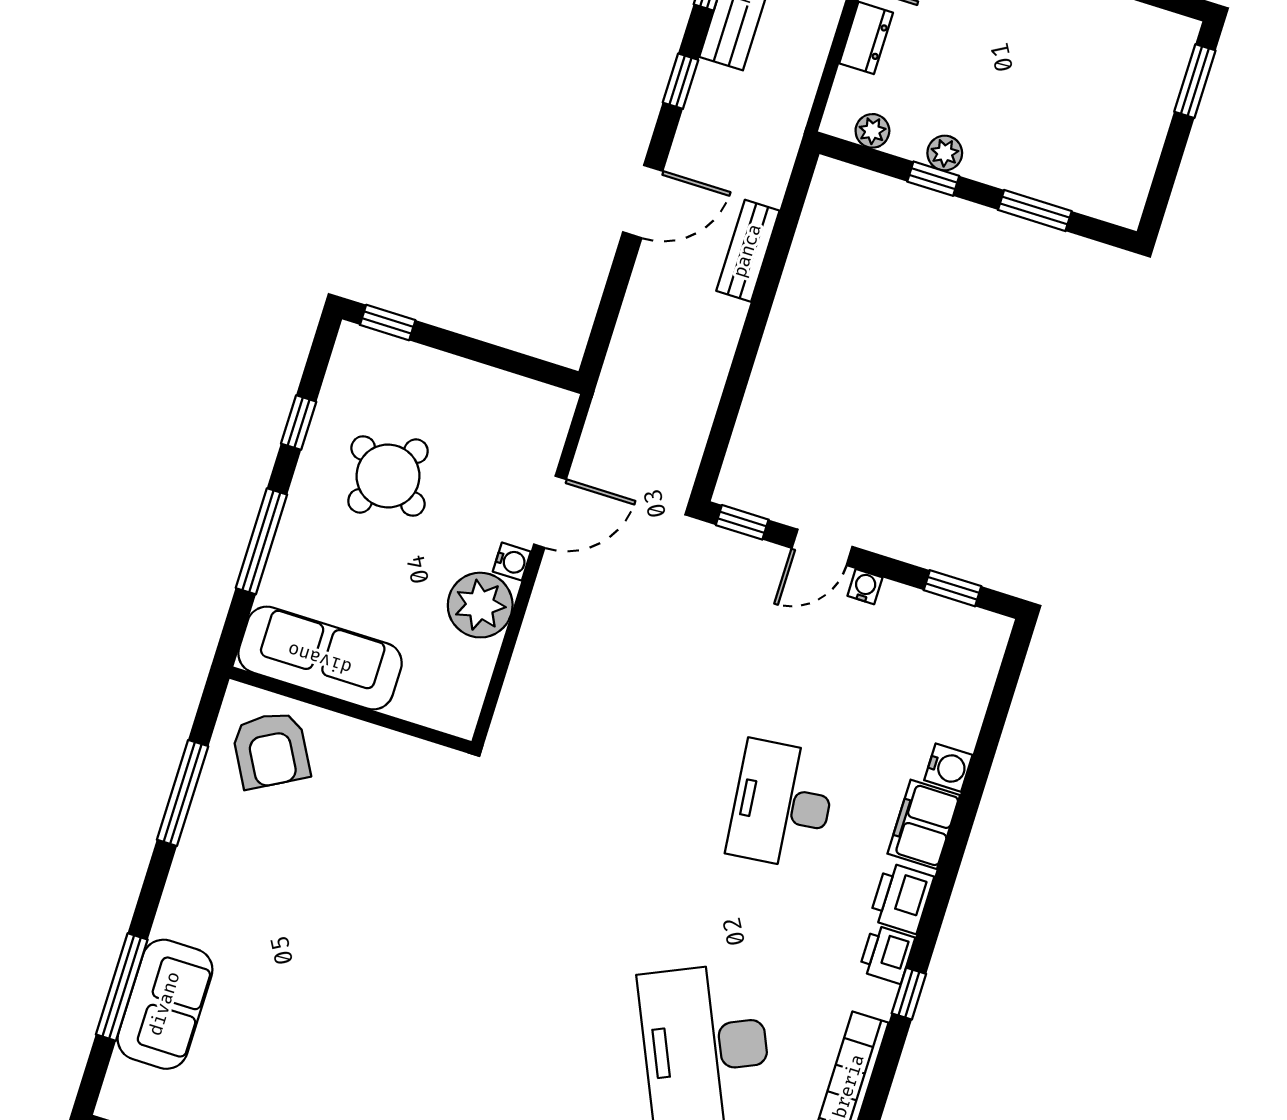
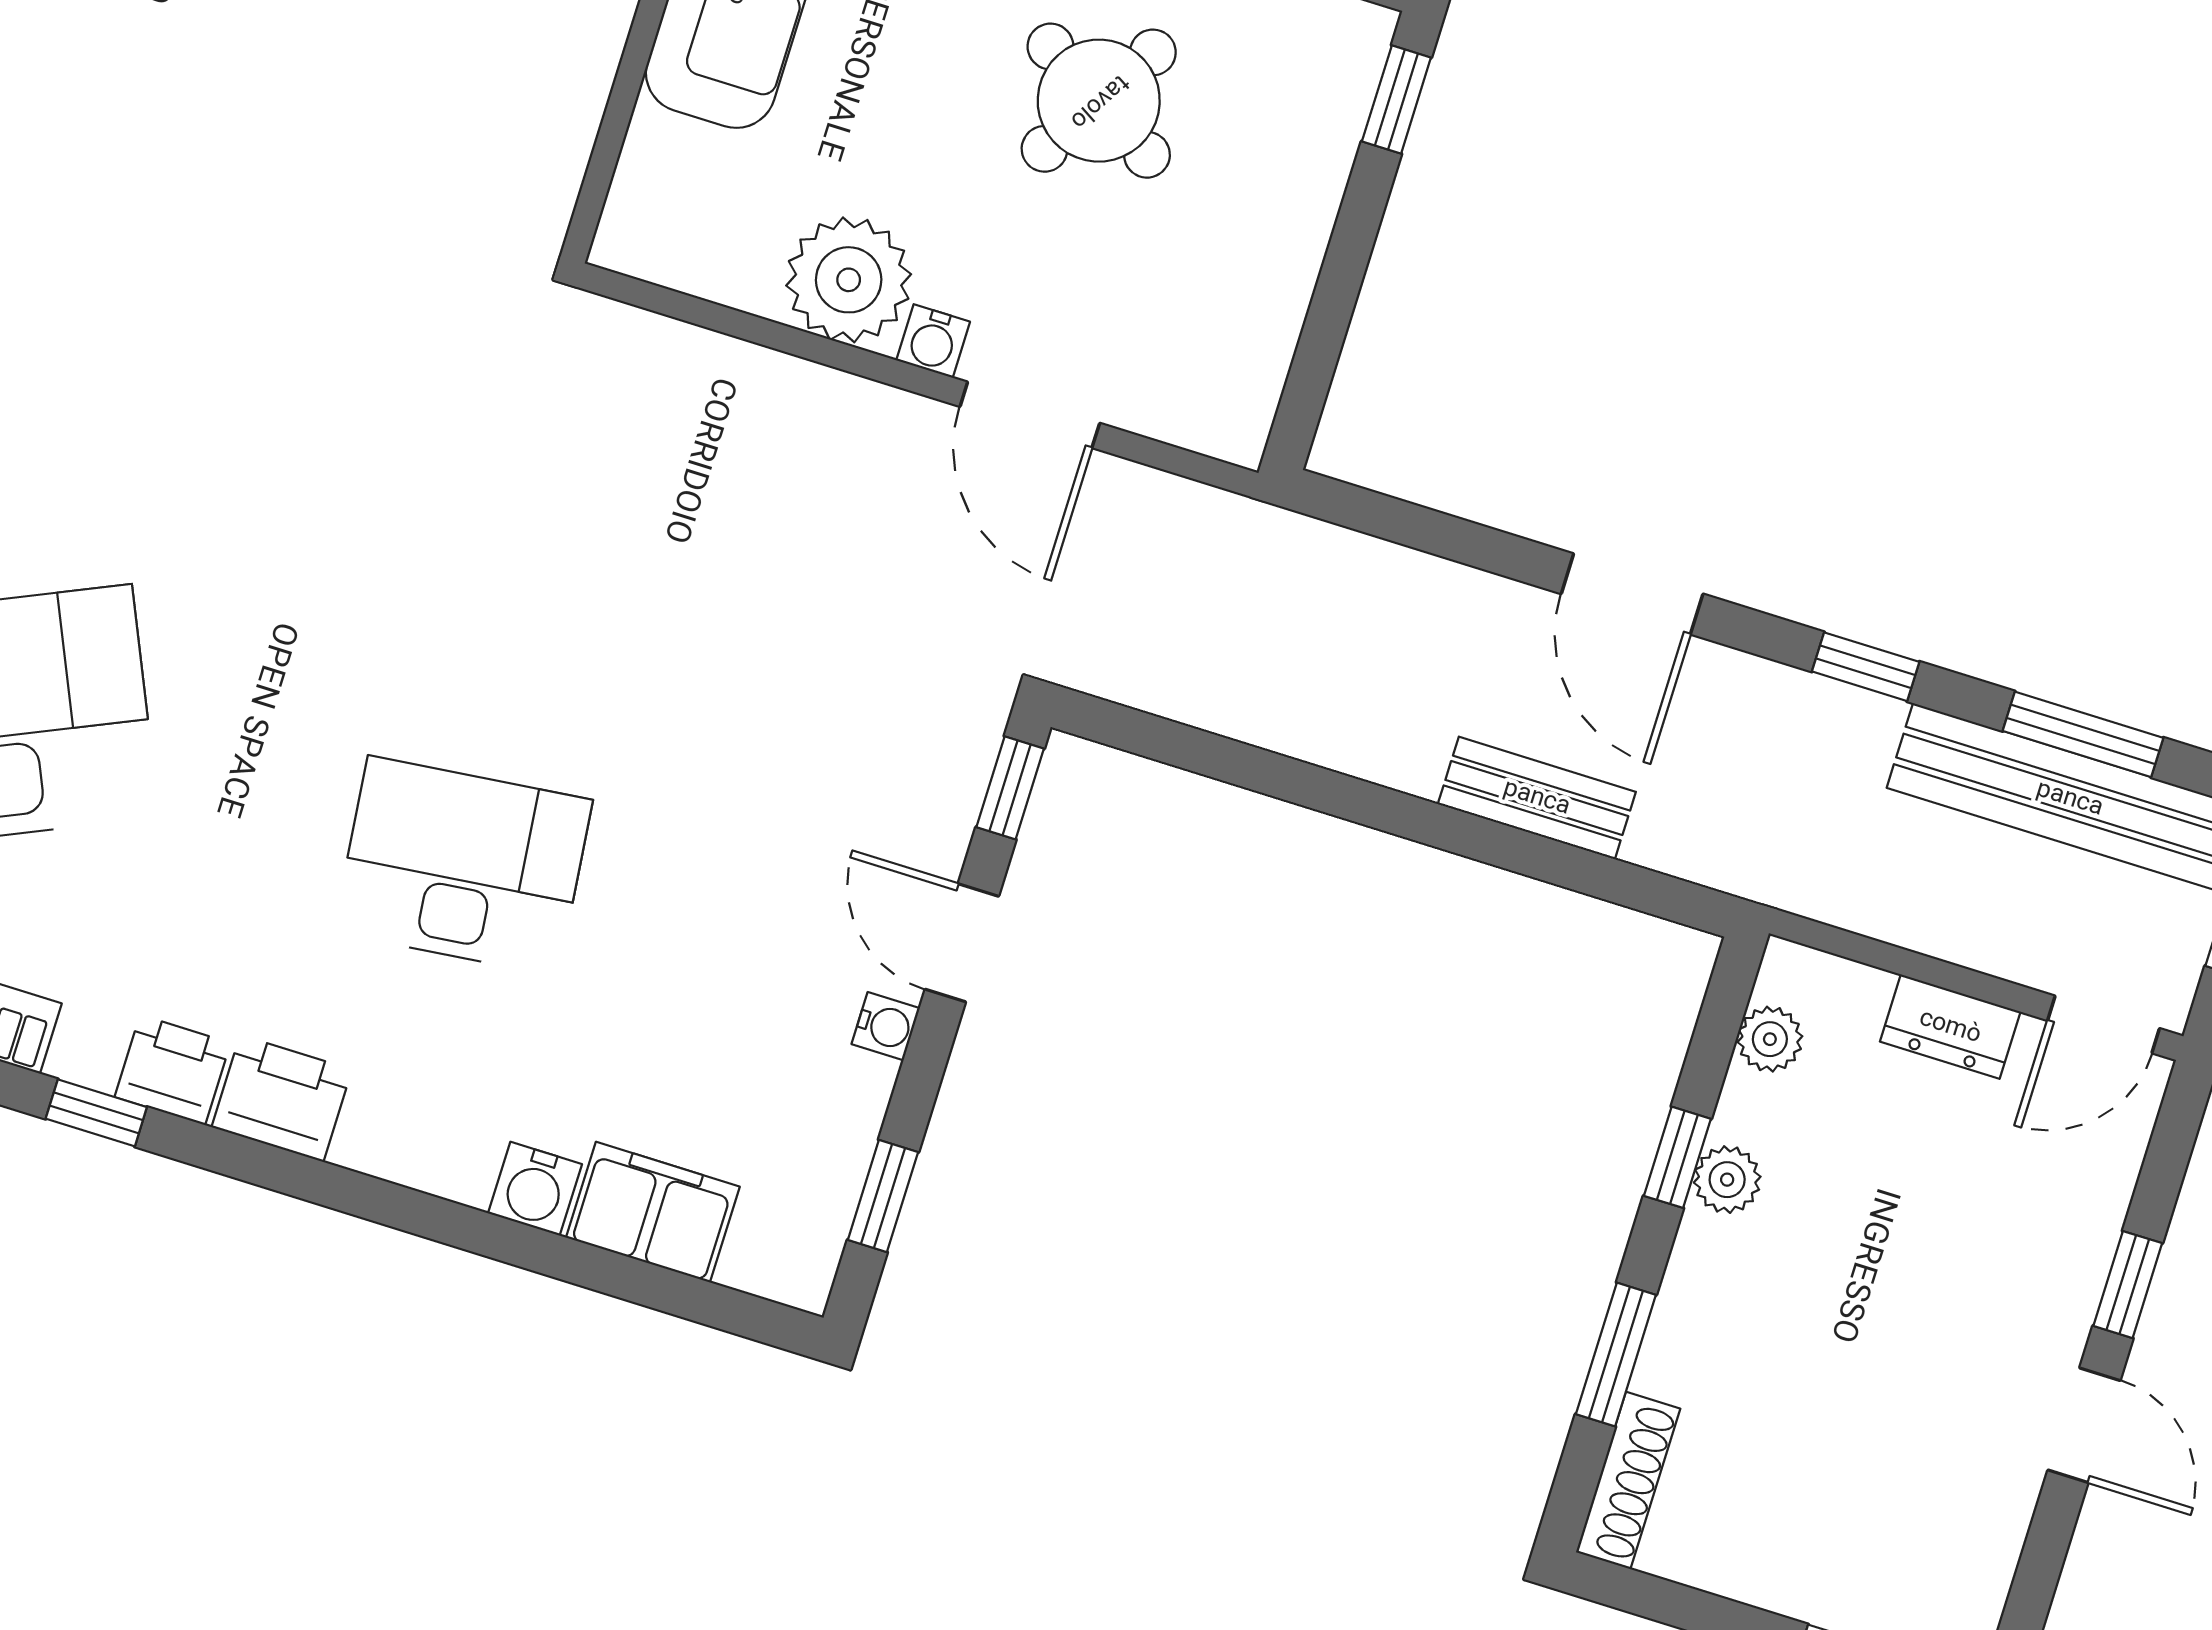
shoe rack: (1100, 204) -> (1628, 1480), added
filing cabinet: (924, 824) -> (653, 1212), moved

